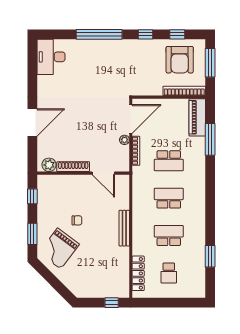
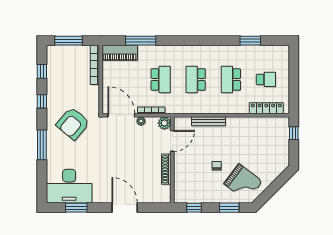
window: (99, 34) -> (42, 145), width x0.68
desk: (51, 57) -> (69, 186), width x1.36, depth x1.30
armchair: (180, 60) -> (73, 123), moved, turned 130
window: (32, 71) -> (76, 208), added
plant: (49, 165) -> (164, 123), moved
bench: (124, 228) -> (208, 121), moved

